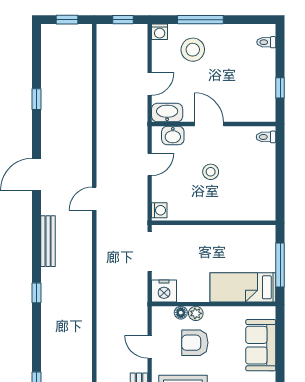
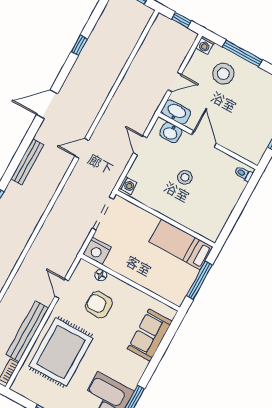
door: (150, 165) -> (140, 145), swing flipped
bed: (243, 287) -> (181, 244), moved
plant: (196, 313) -> (112, 282), removed

